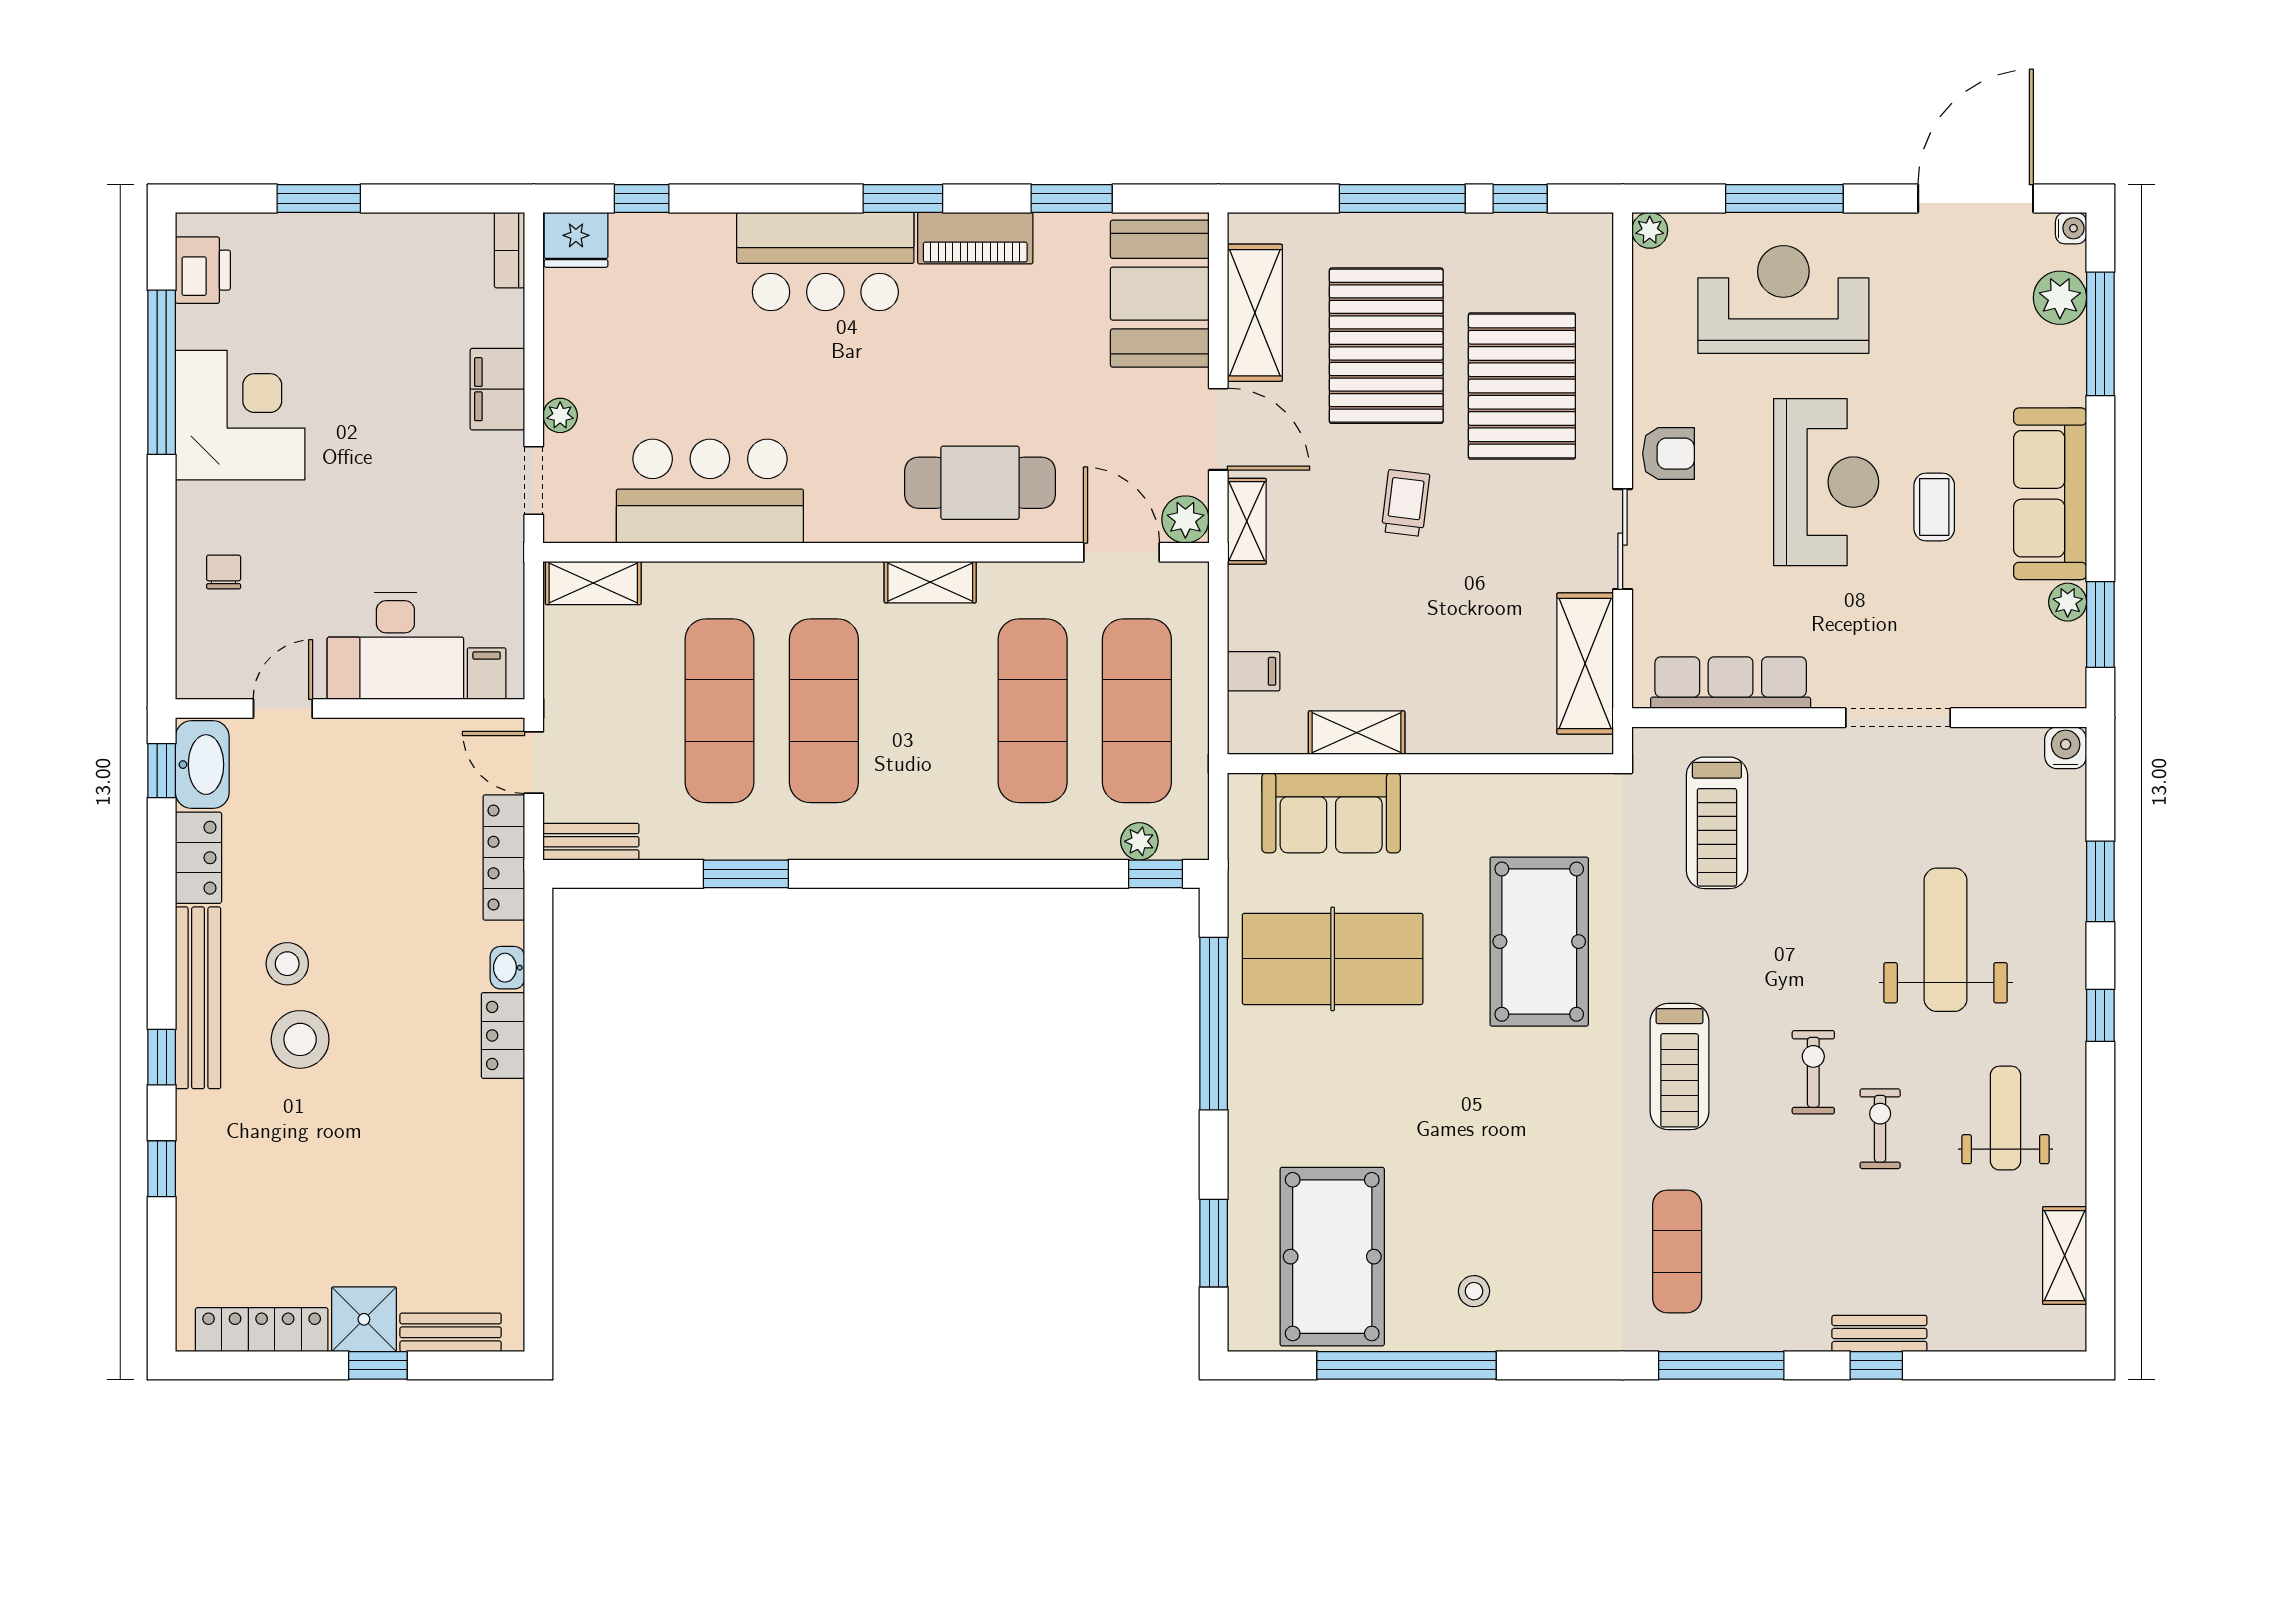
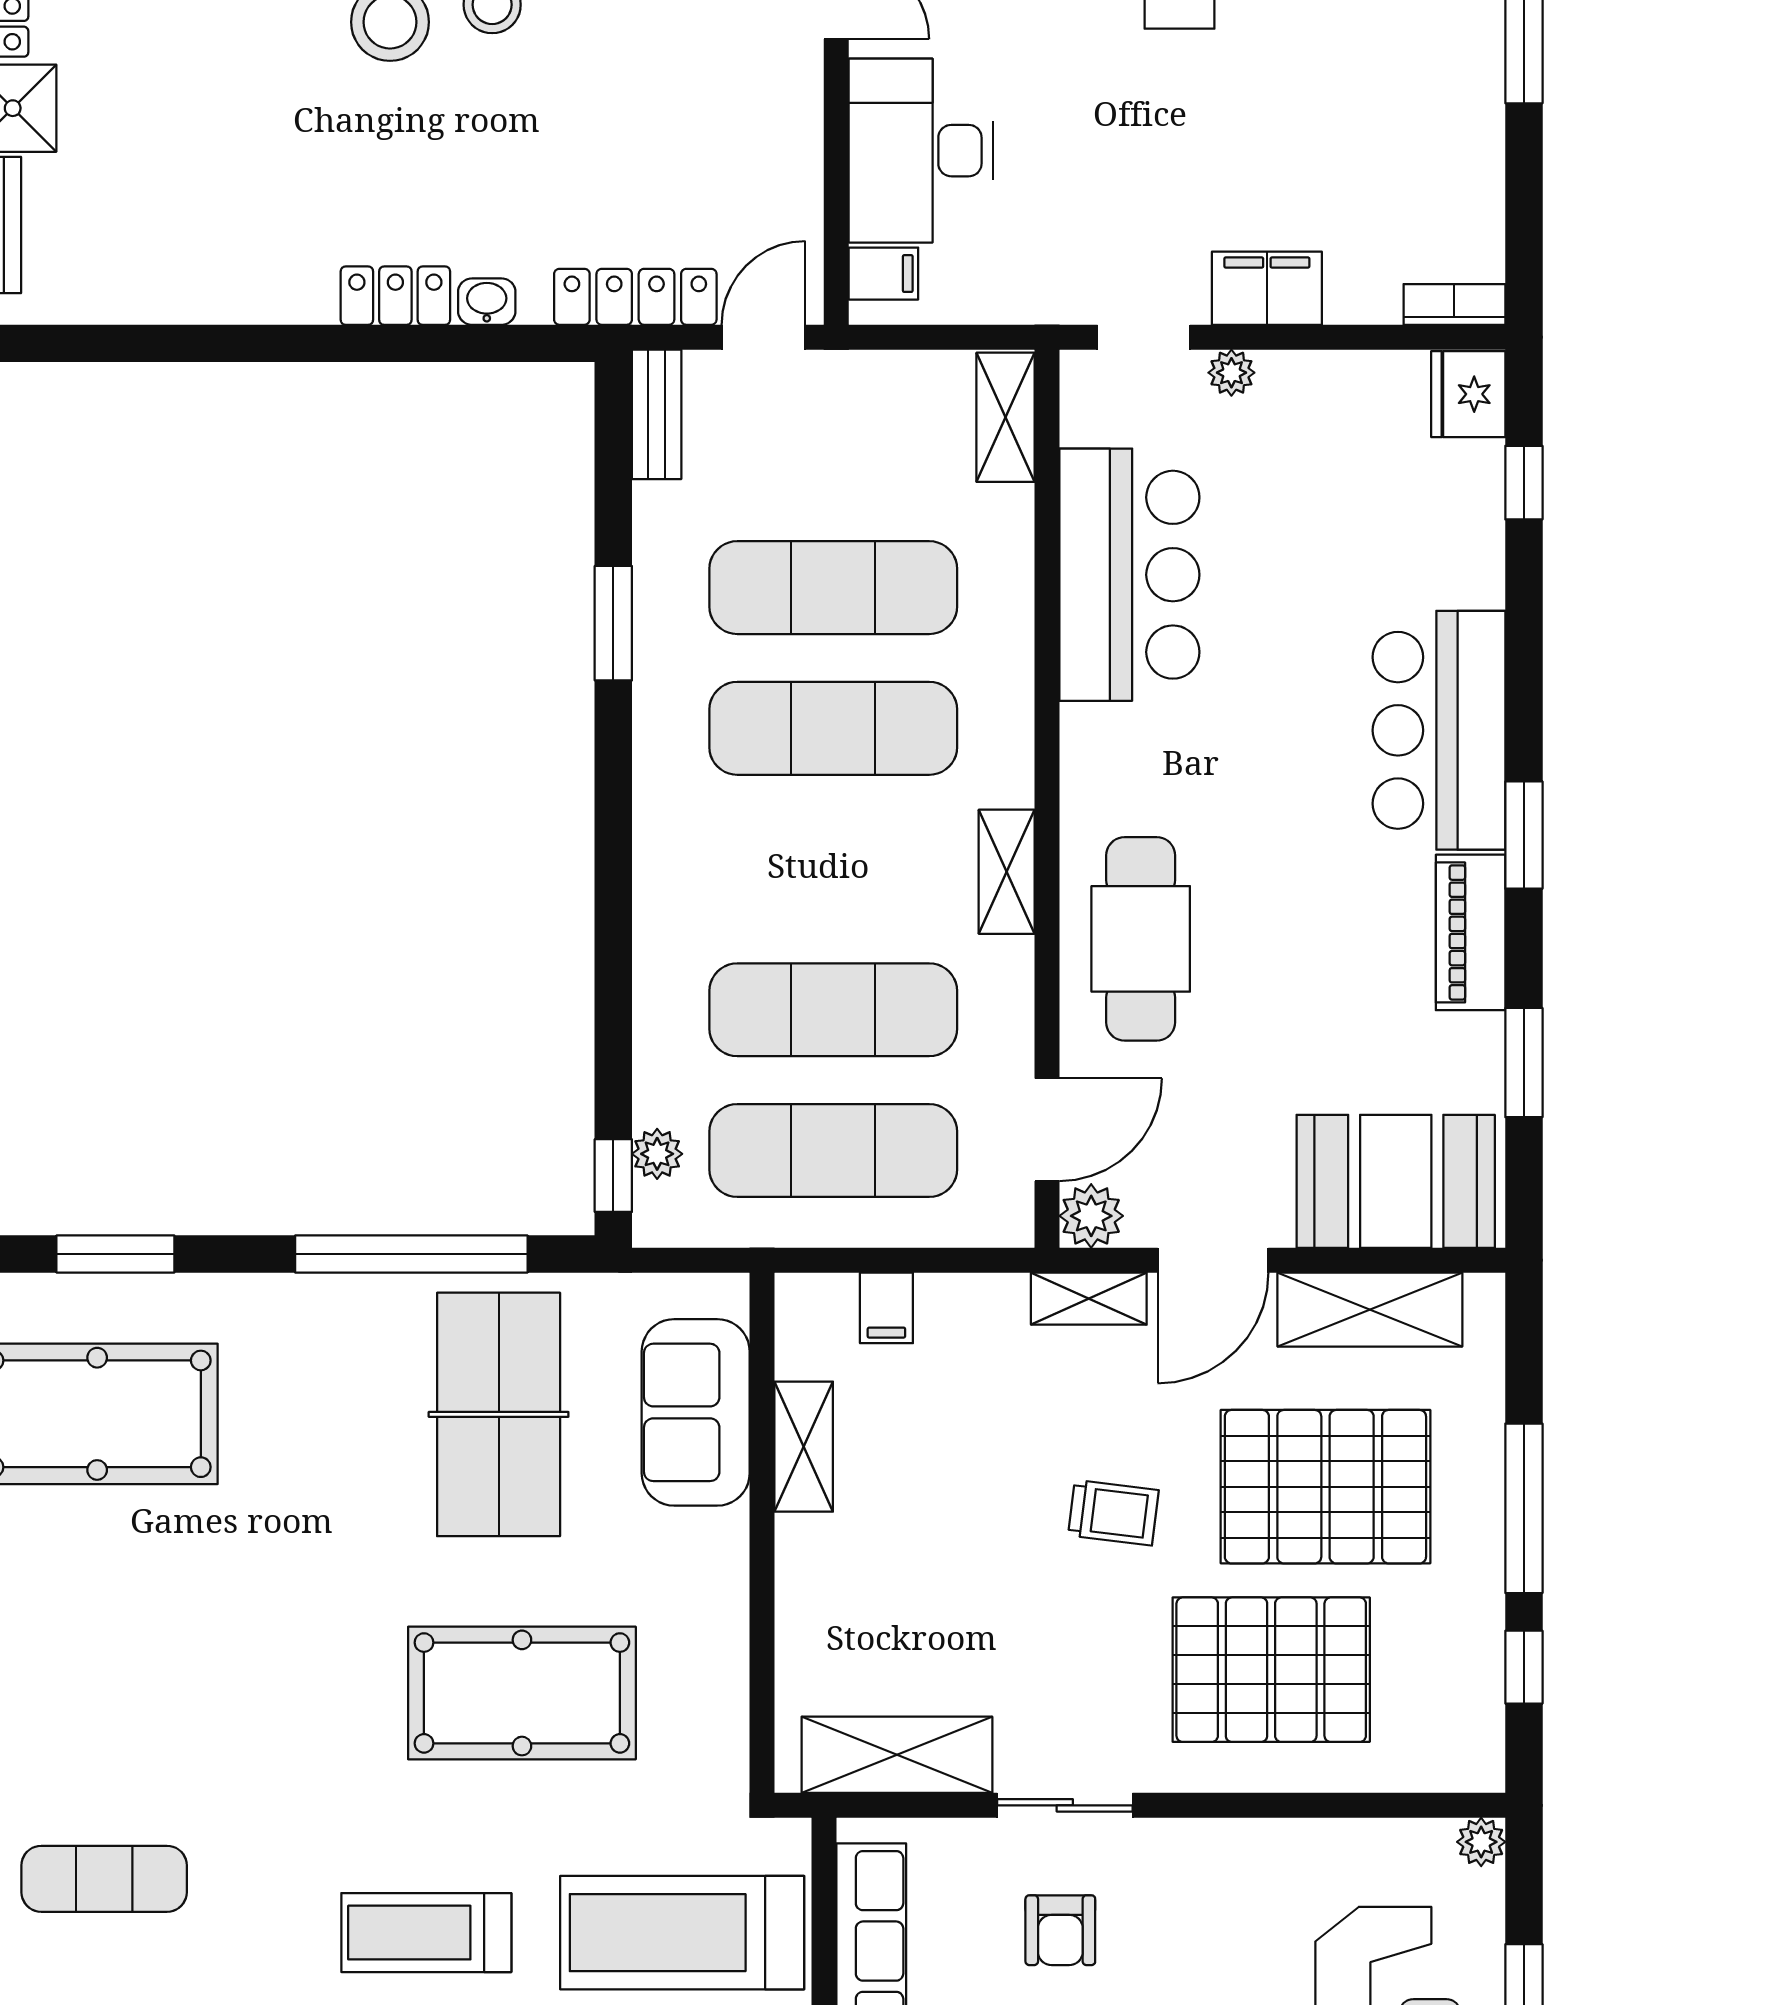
armchair: (1668, 454) -> (1060, 1930), moved
treadmill: (1717, 823) -> (682, 1933), width x1.37, depth x1.38
treadmill: (1680, 1066) -> (426, 1933), moved
stool: (1474, 1291) -> (51, 1605), removed

